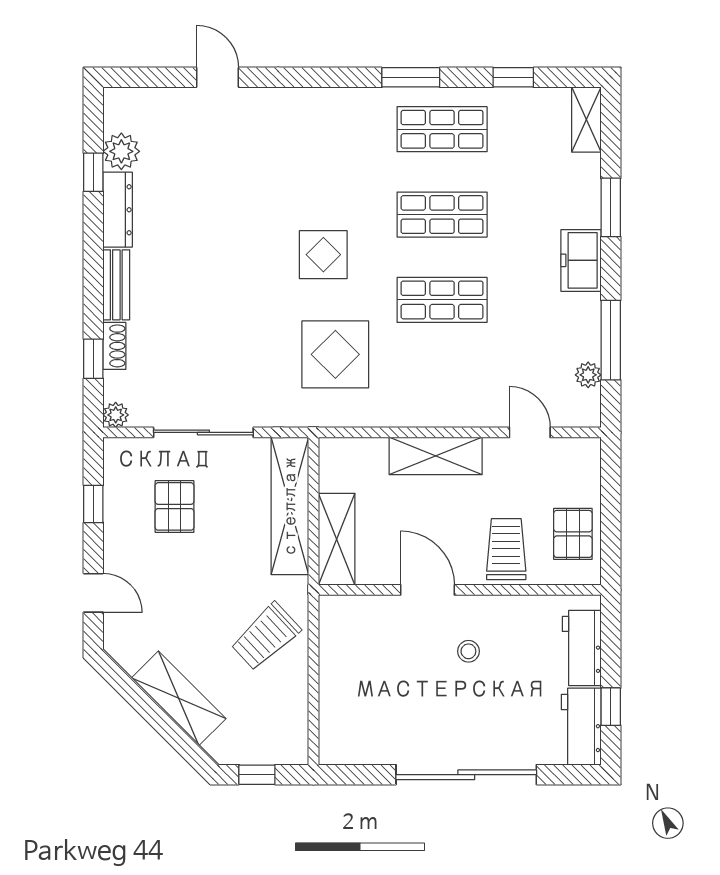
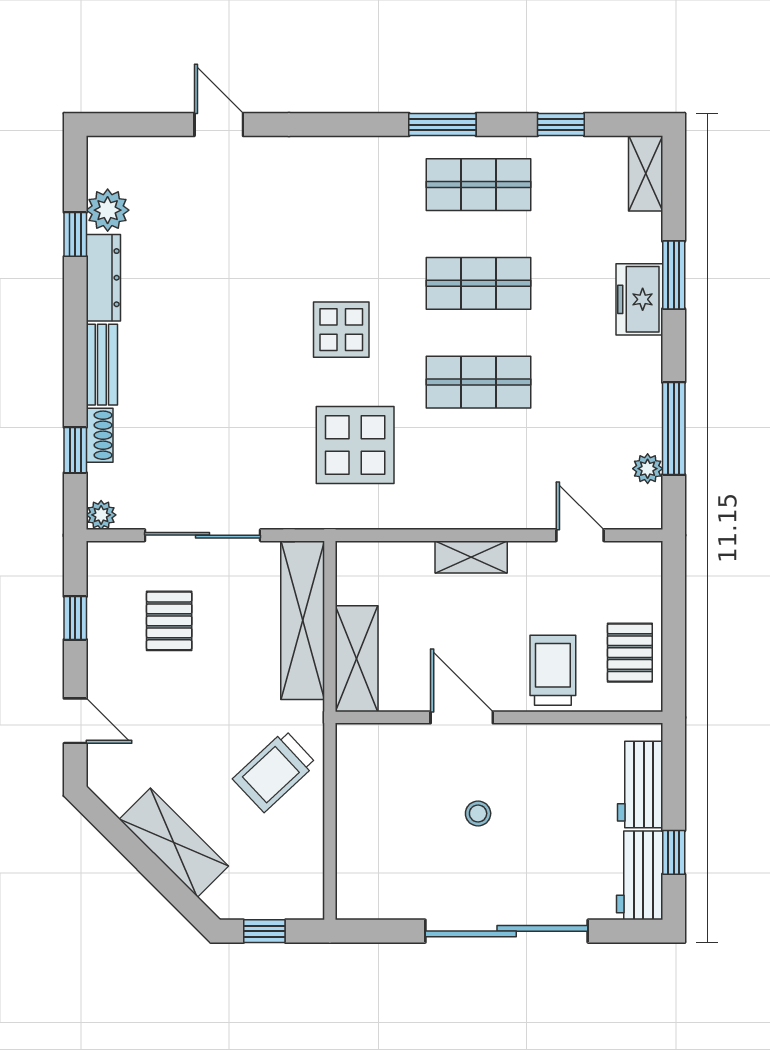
freezer: (581, 260) -> (639, 299), moved
shelving: (436, 456) -> (471, 557), width x0.67, depth x0.75
stool: (468, 651) -> (478, 813), moved

